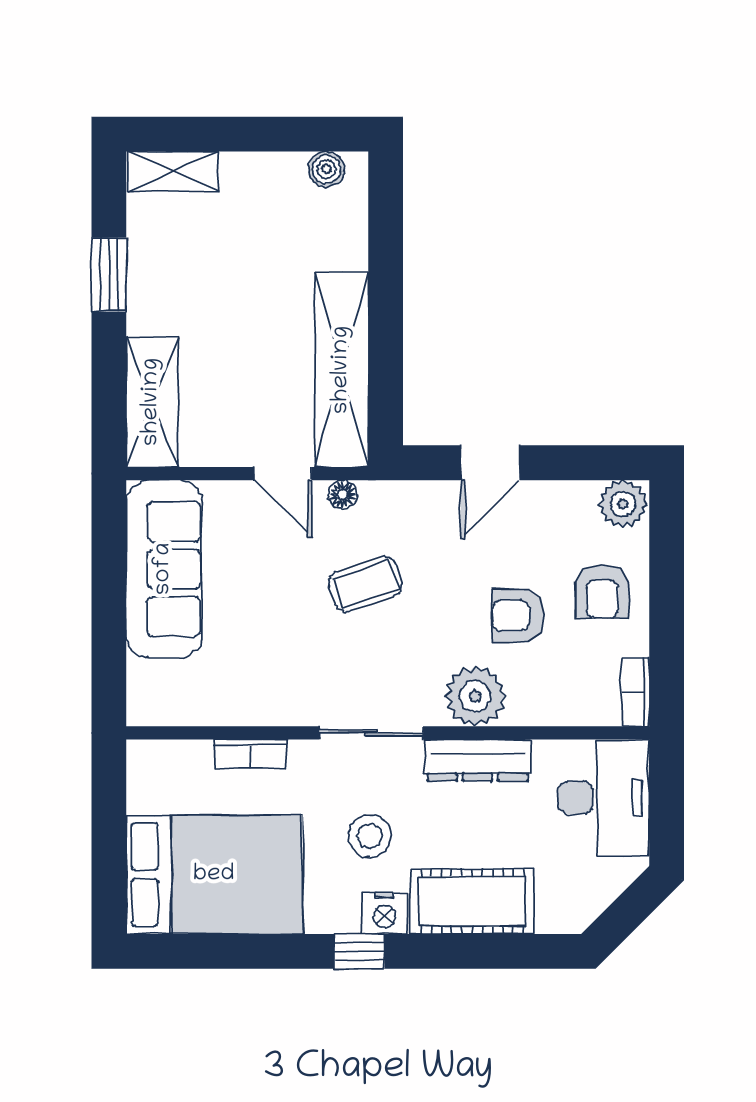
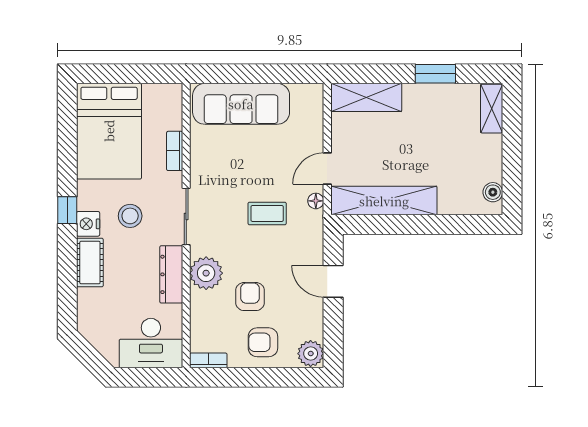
sofa: (164, 569) -> (241, 104), moved
coffee table: (366, 584) -> (267, 213), turned -71
cot: (472, 901) -> (90, 263), width x0.73, depth x0.75

